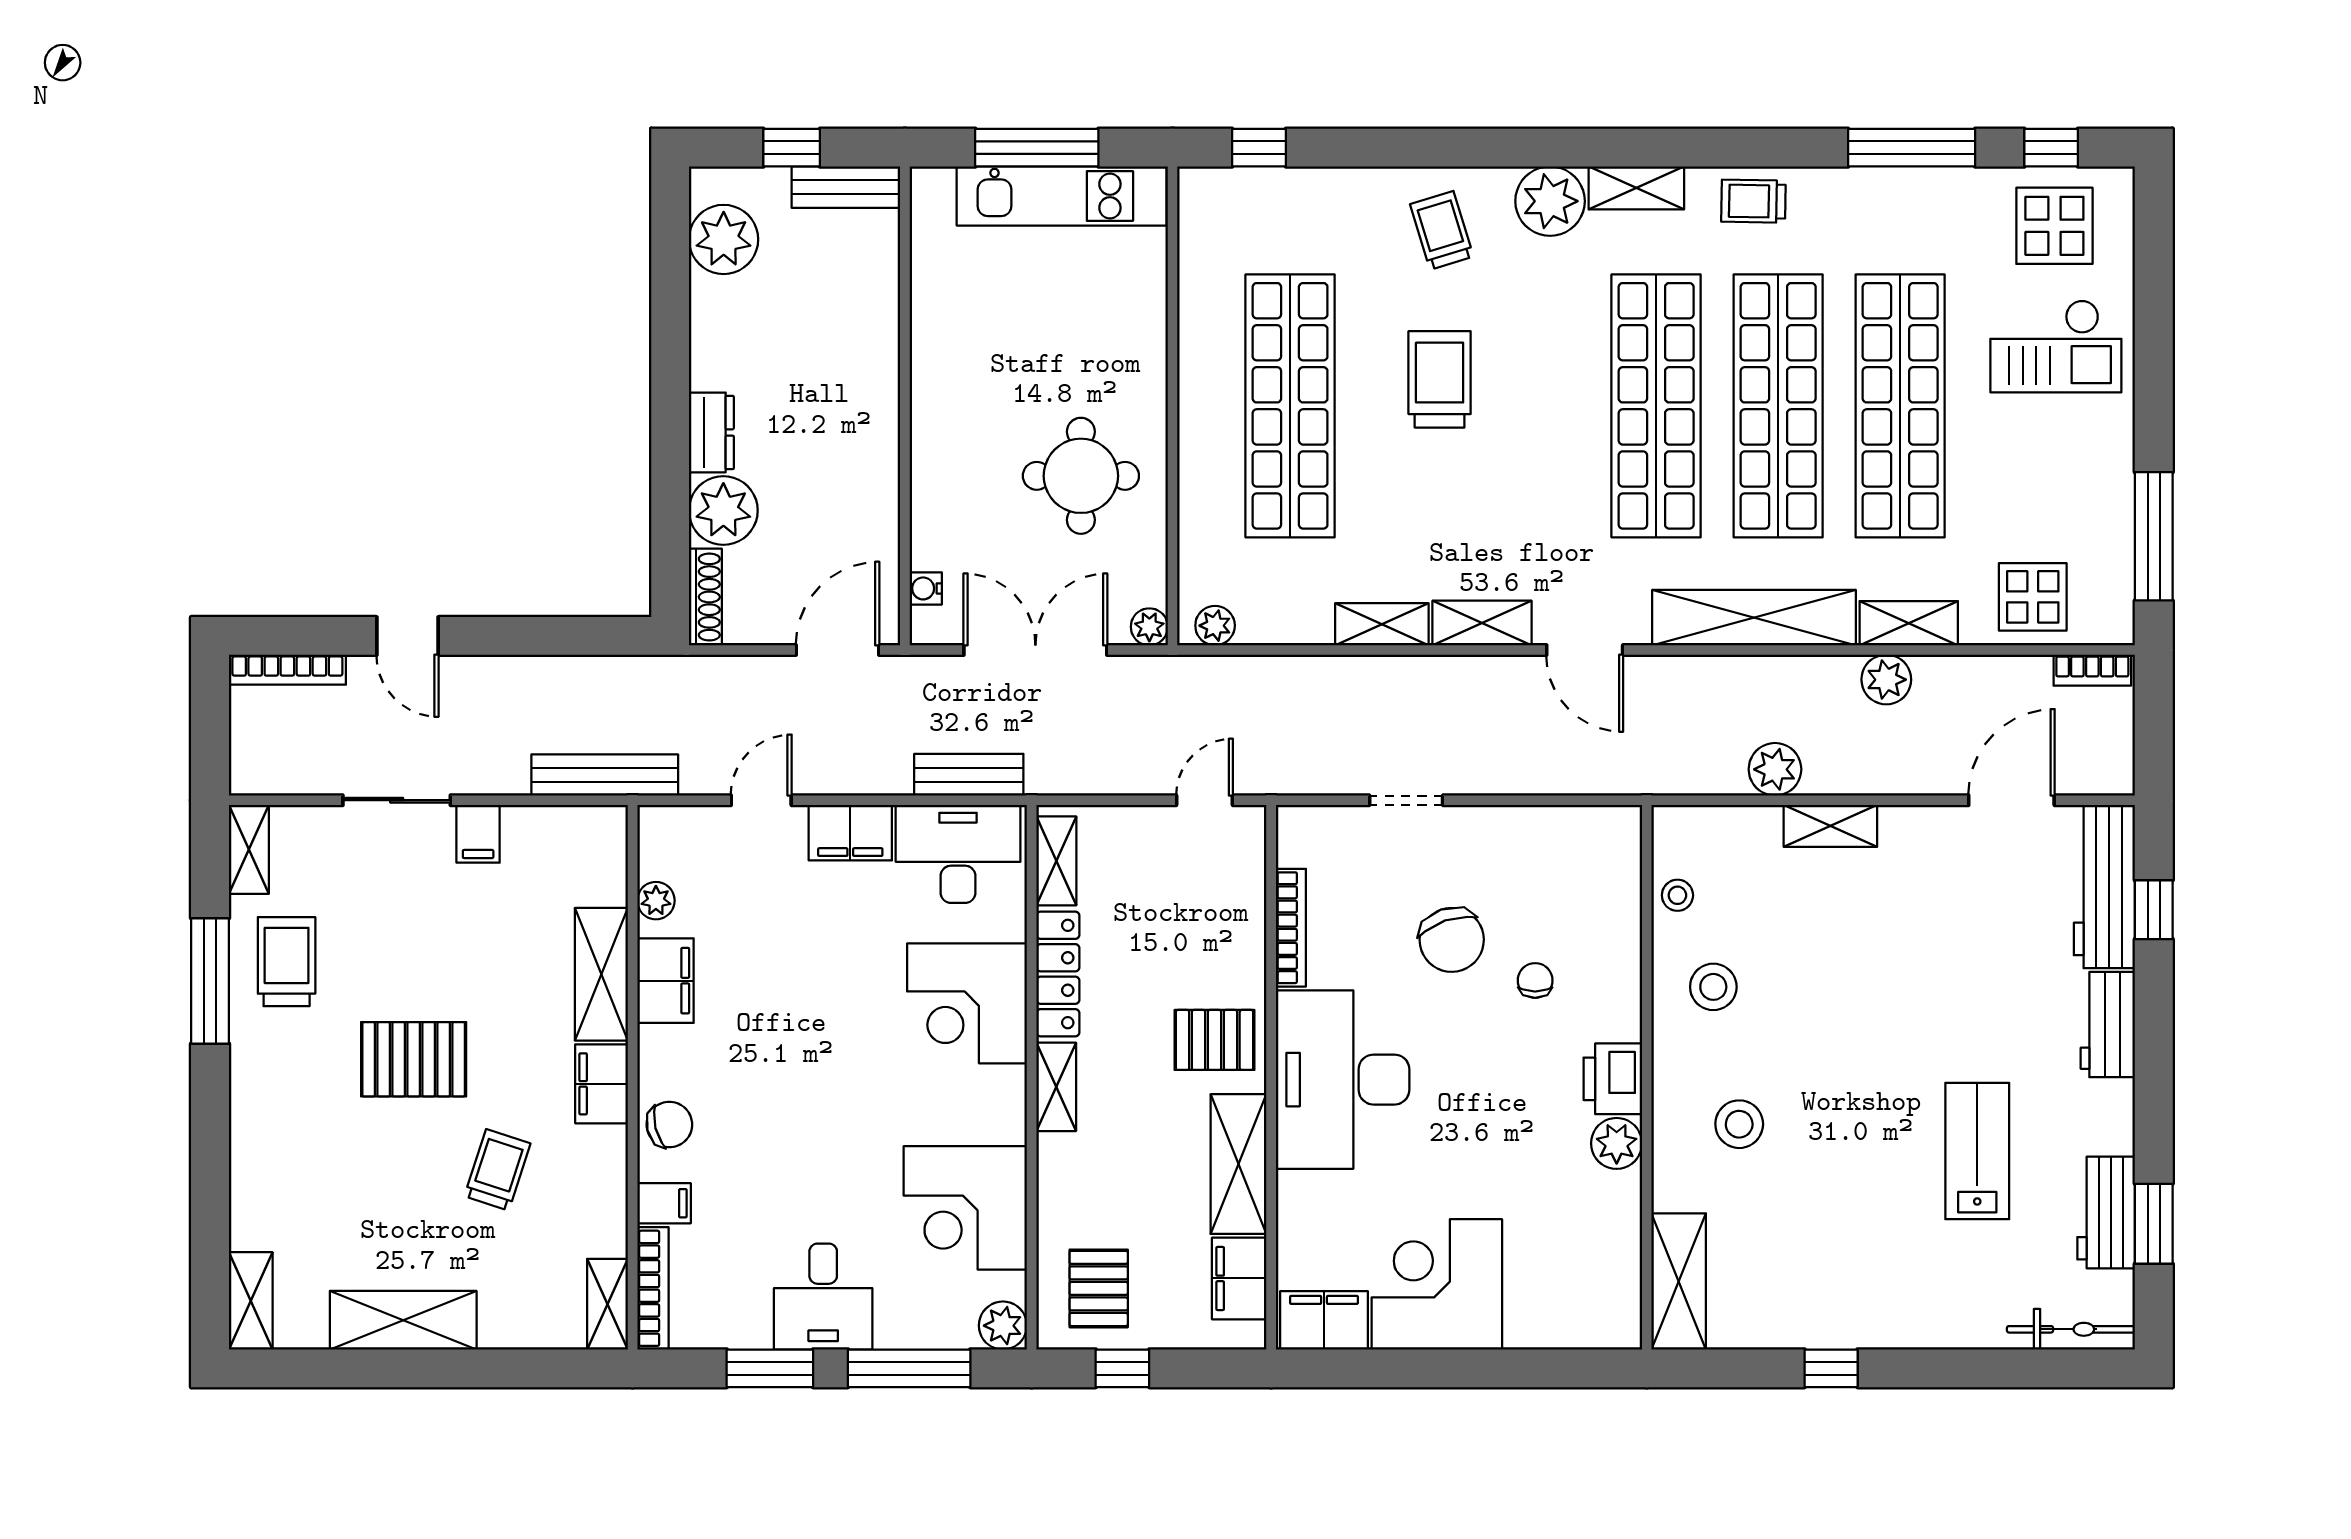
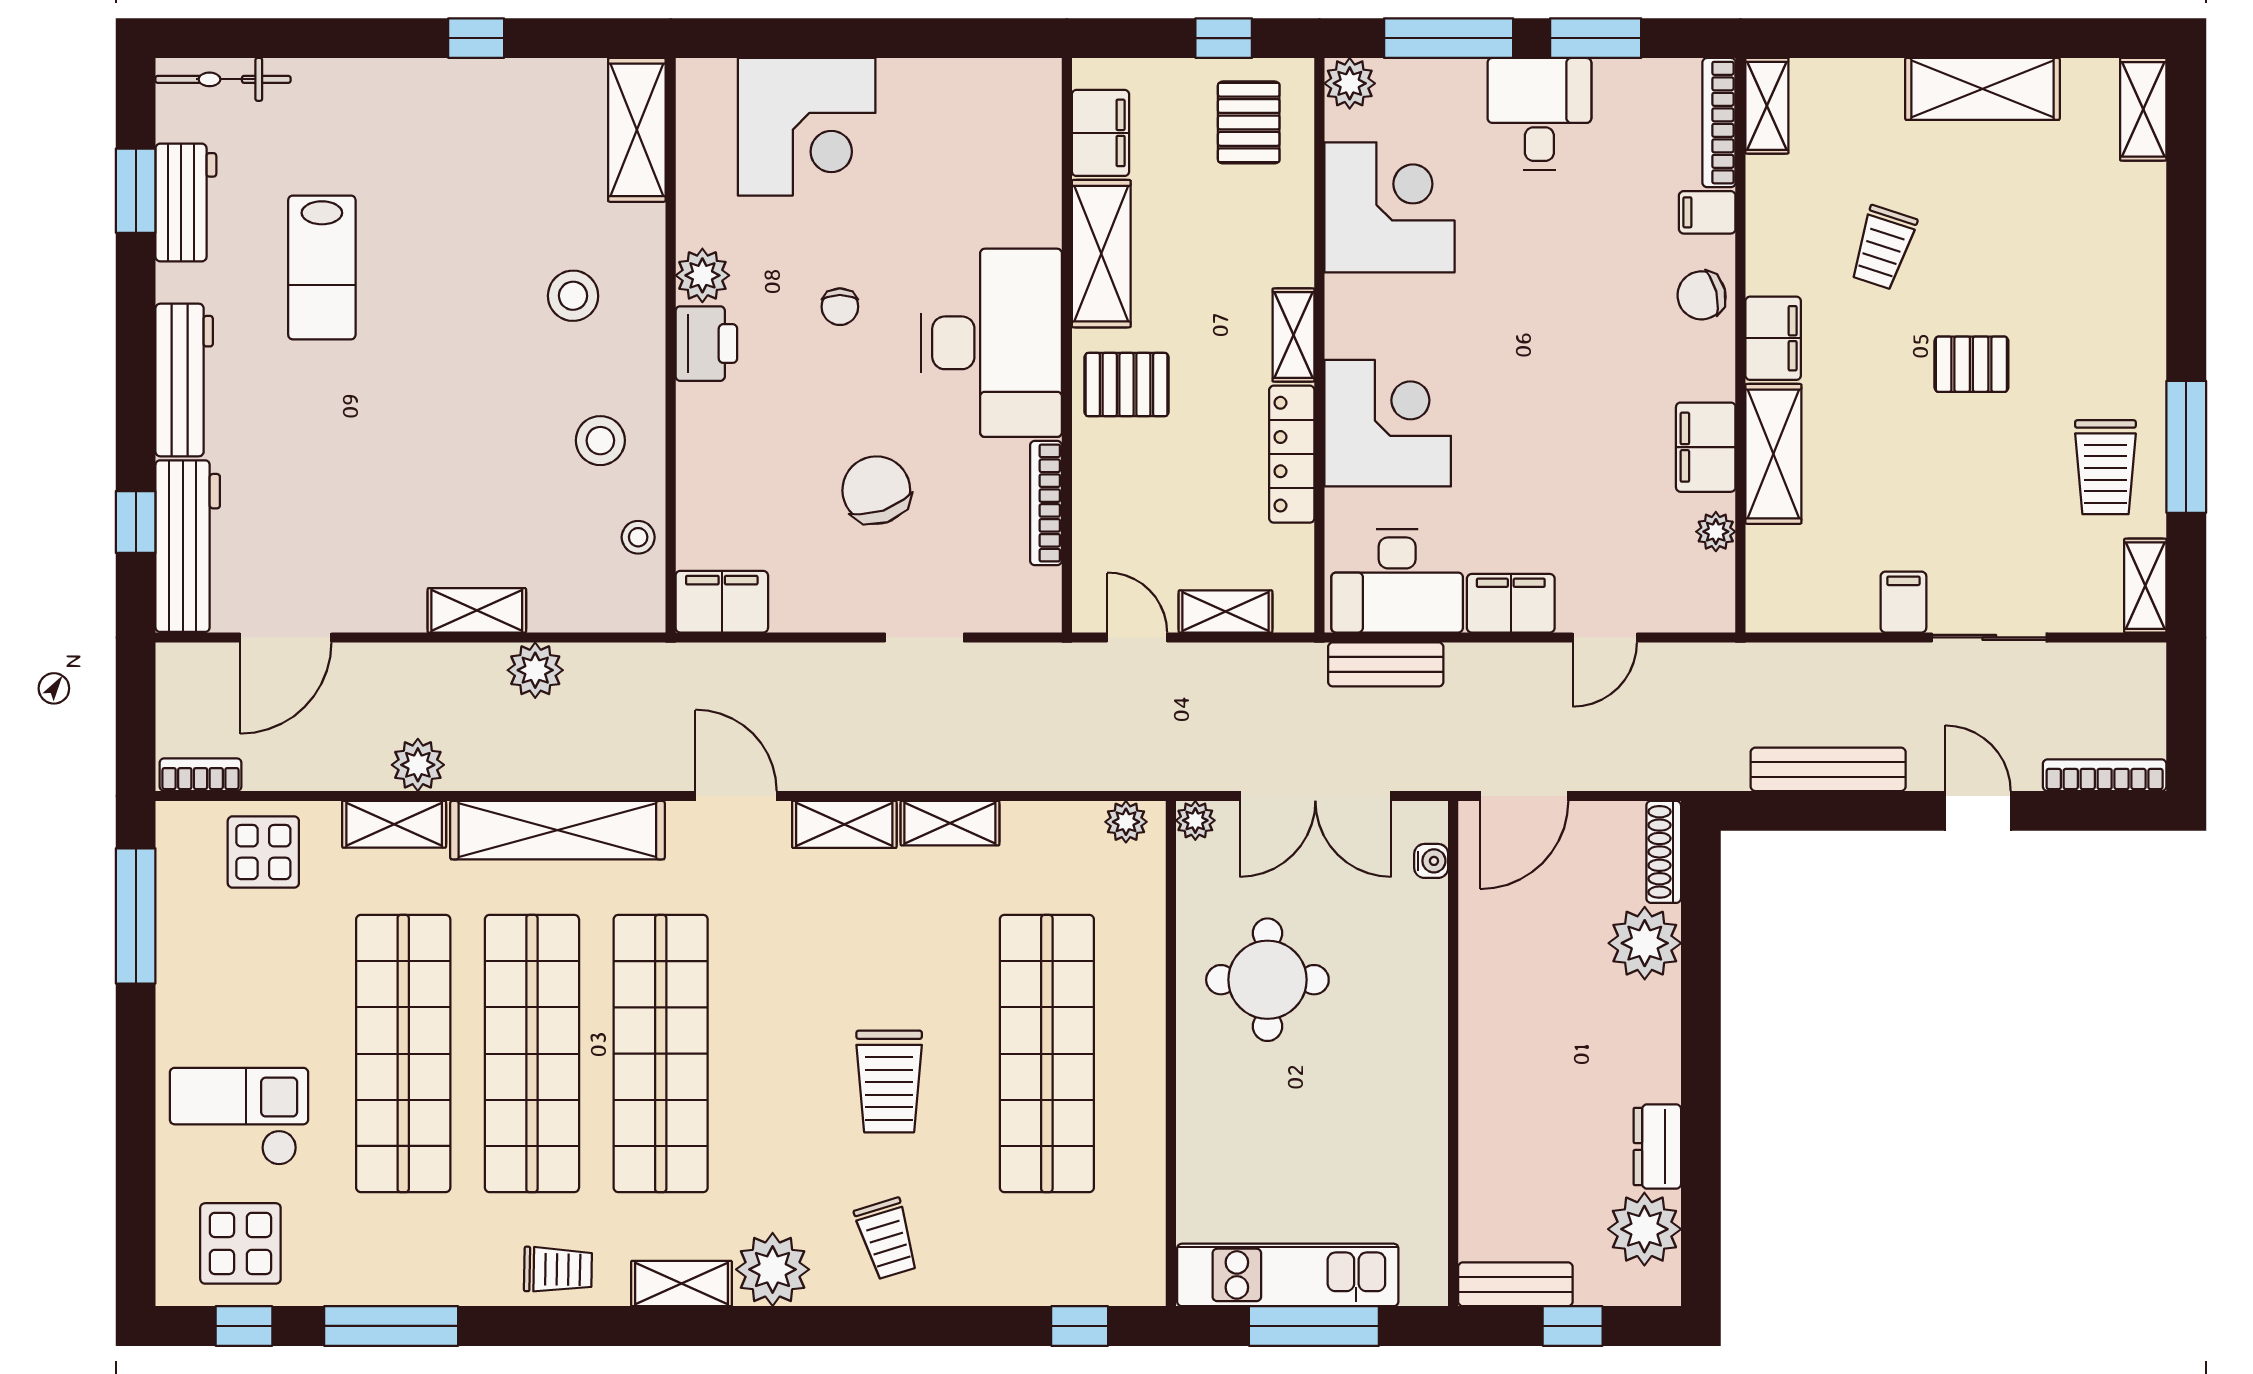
dresser: (711, 432) -> (1657, 1146), moved
bench: (605, 775) -> (1828, 769), moved
door: (1205, 800) -> (1137, 637), swing flipped
shelving: (1056, 861) -> (1226, 611), moved, turned 90
chair: (1535, 980) -> (840, 307), moved
workbench: (2108, 1025) -> (184, 380), width x1.38
pallet: (414, 1059) -> (1971, 364), width x0.67, depth x0.71
corner desk: (1437, 1284) -> (807, 127), moved
filing cabinet: (1324, 1320) -> (722, 602), moved, turned 180

